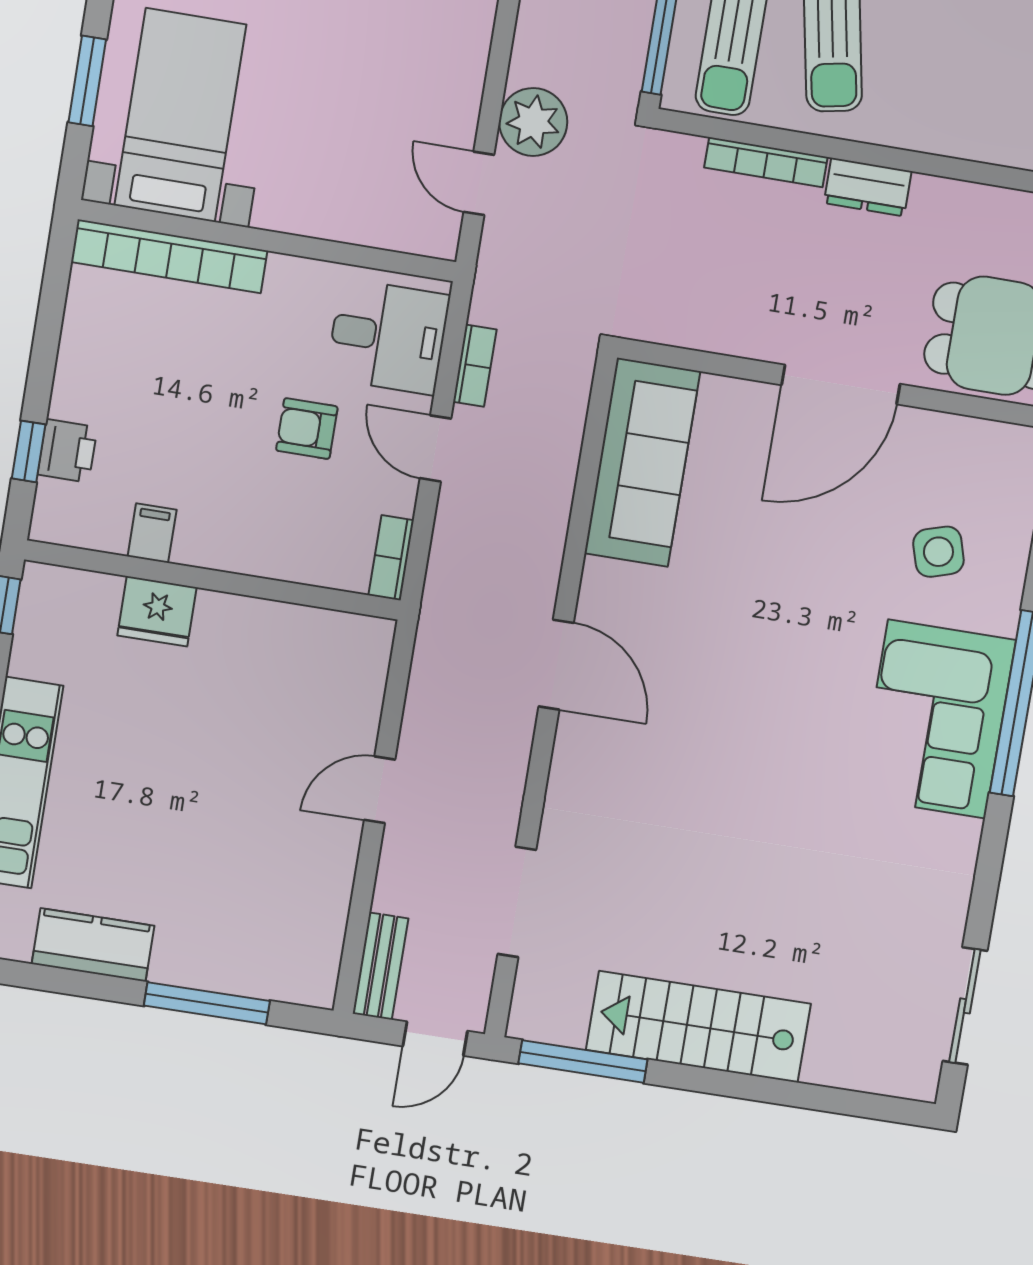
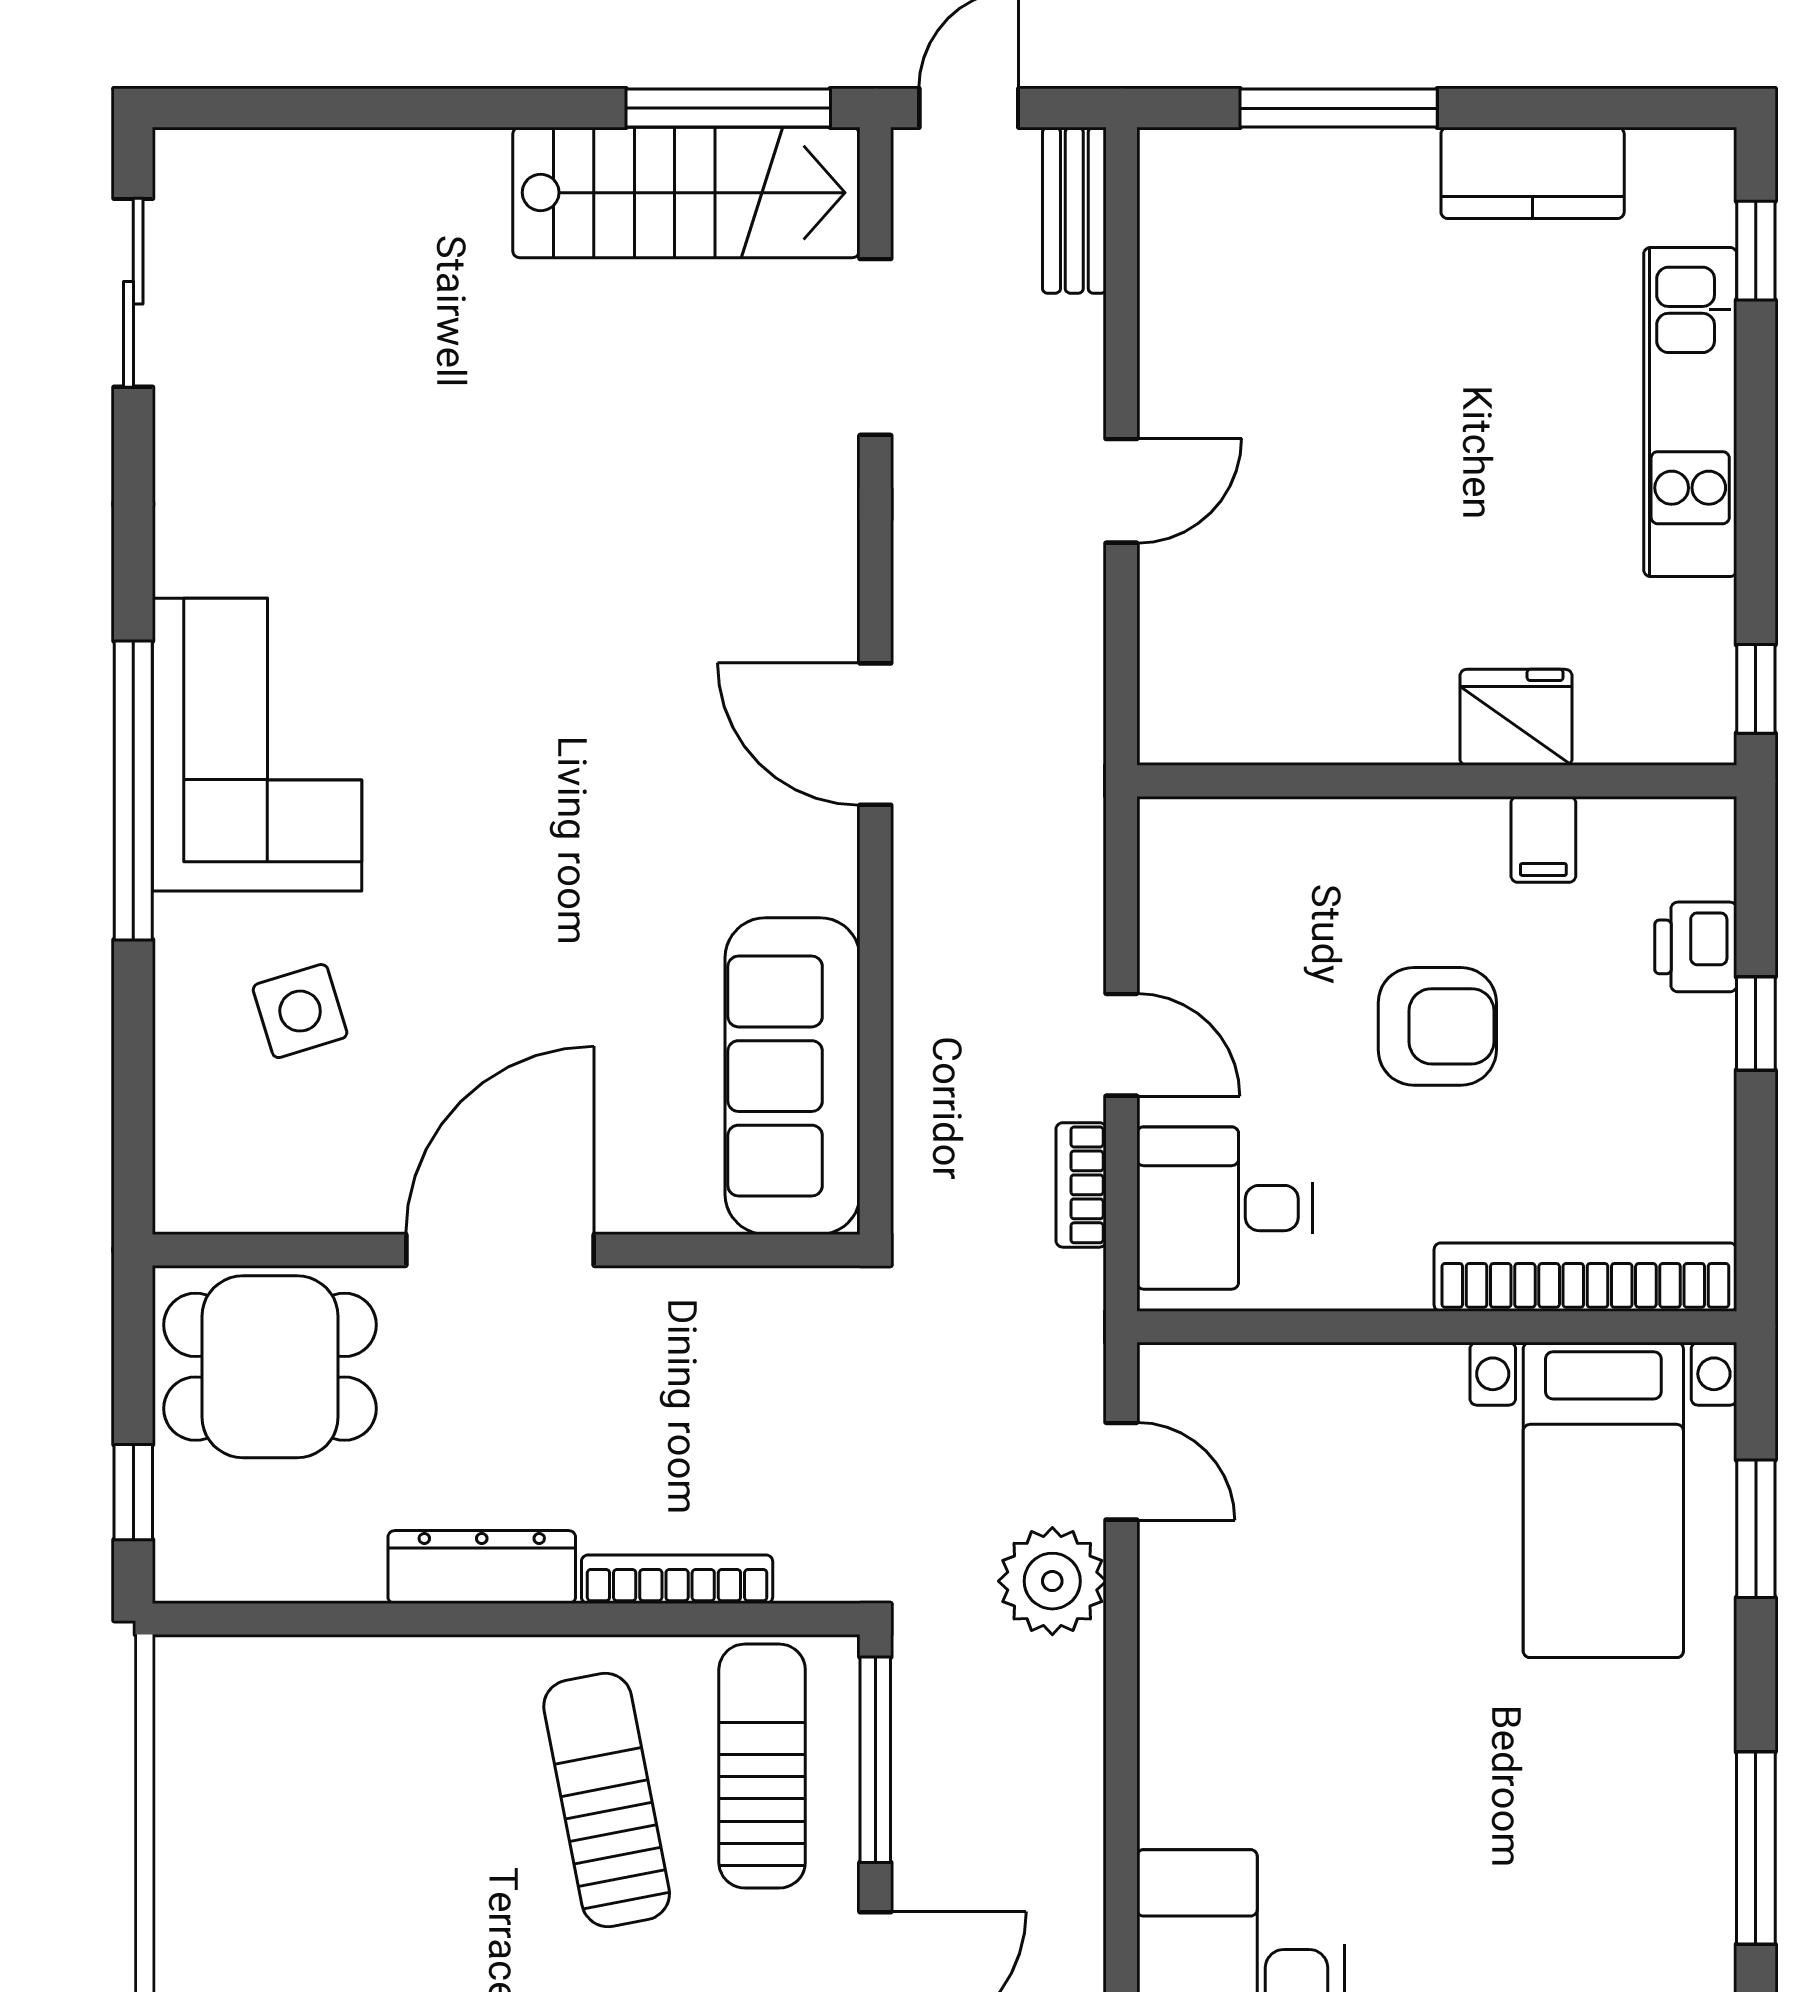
dresser: (868, 187) -> (482, 1567), width x1.44
armchair: (307, 429) -> (1437, 1026), moved, width x1.38, depth x1.38
window: (29, 451) -> (1756, 1023), moved
bookcase: (391, 558) -> (1163, 861), removed
stairs: (698, 1027) -> (686, 193), moved

